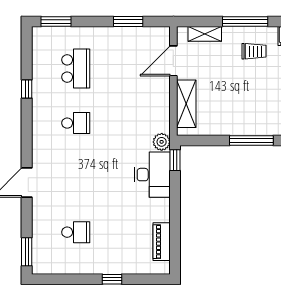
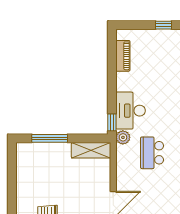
shelving: (186, 104) -> (91, 150), moved, turned 90
school desk: (126, 123) -> (152, 153), added

